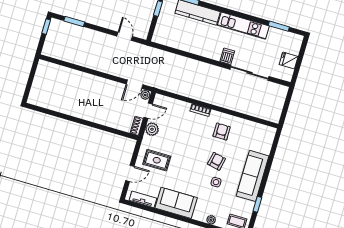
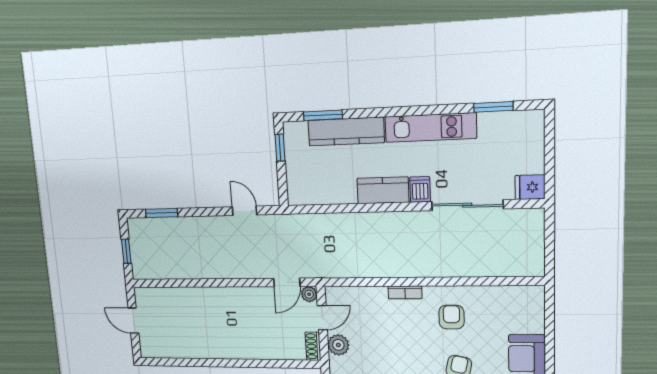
window: (46, 27) -> (126, 251), moved
kitchen counter: (207, 50) -> (383, 190), added
fridge: (289, 61) -> (530, 187), moved
door: (31, 79) -> (133, 321), added

